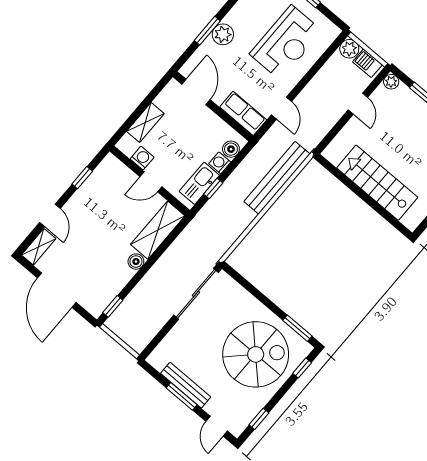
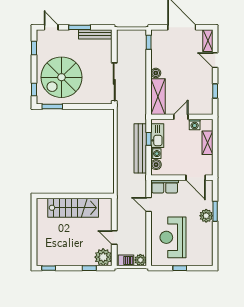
plant: (391, 82) -> (103, 257), width x1.87, depth x1.87
bench: (277, 178) -> (140, 148), moved
bench: (186, 385) -> (95, 34), moved

